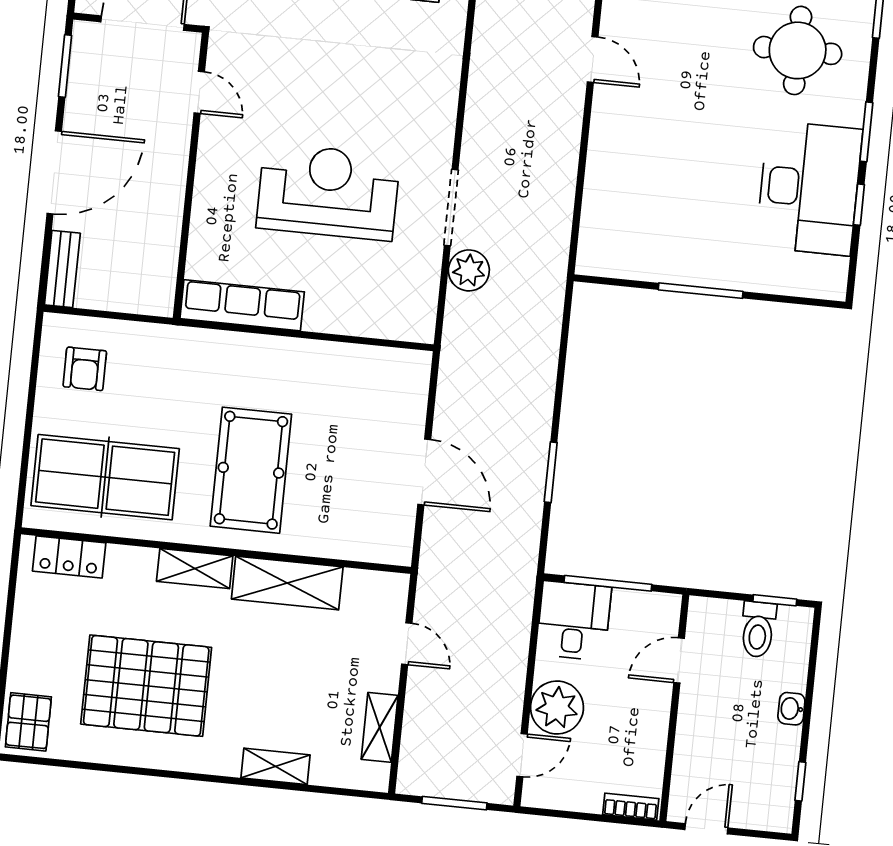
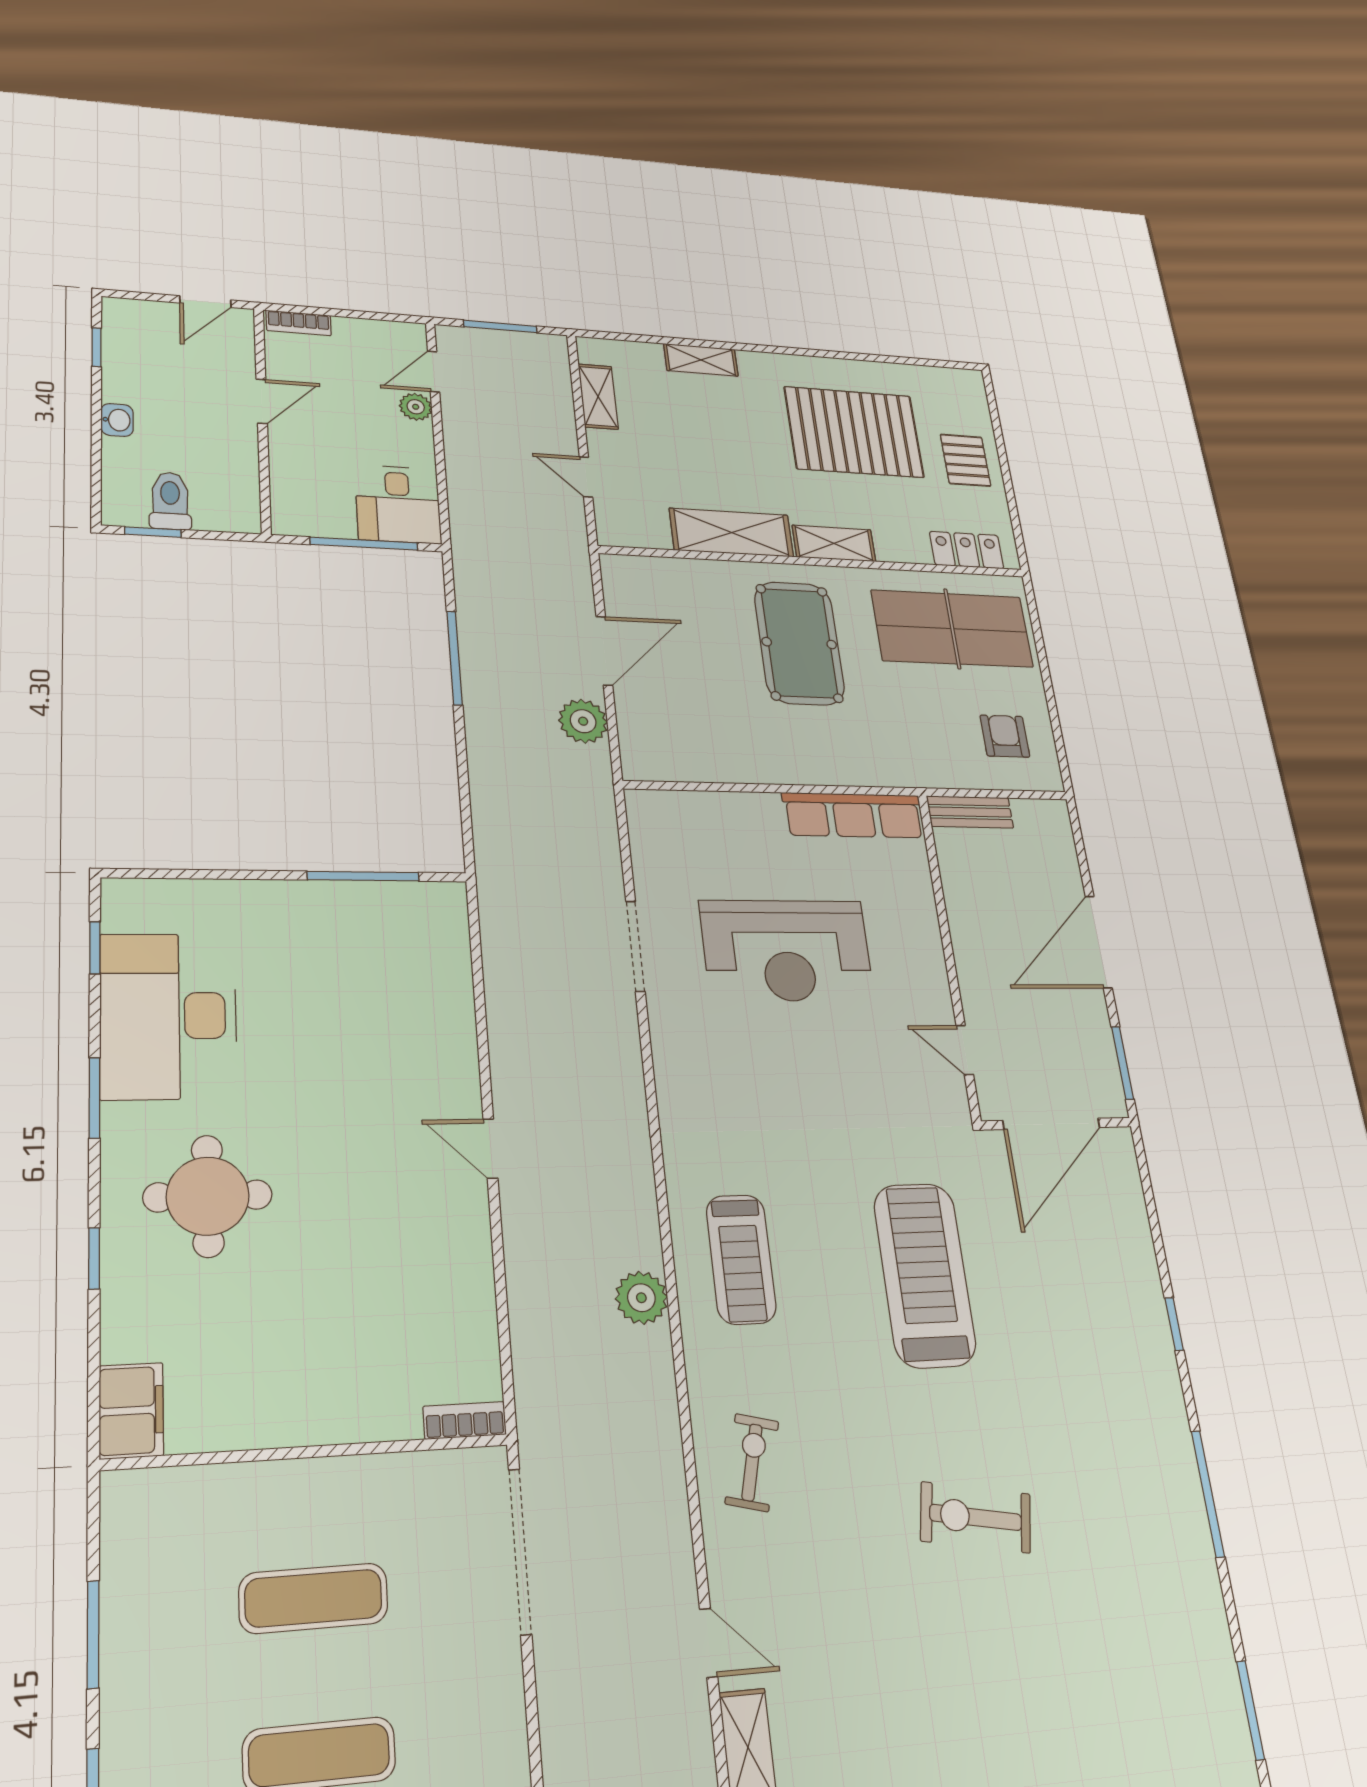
window: (859, 205) -> (95, 948), moved
bench: (62, 269) -> (970, 812), moved, turned 90
plant: (469, 270) -> (583, 721), moved
window: (701, 291) -> (363, 876), moved
door: (424, 472) -> (604, 651), swing flipped
window: (551, 472) -> (455, 658), width x1.44
door: (679, 660) -> (262, 401), moved
plant: (557, 708) -> (416, 407), width x0.53, depth x0.53
pallet: (28, 722) -> (966, 460), moved

